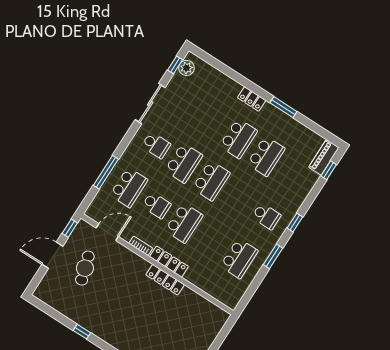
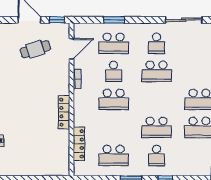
window: (106, 172) -> (114, 20), width x0.69
school desk: (211, 181) -> (157, 127), moved
door: (107, 232) -> (72, 49), hinge flipped
locker: (169, 262) -> (79, 144), moved

